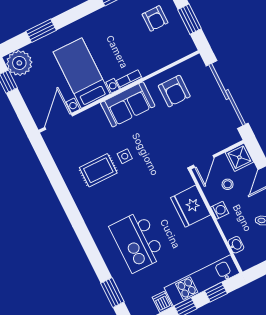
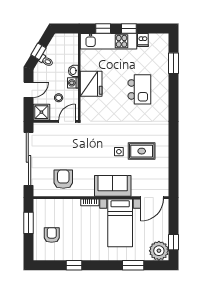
sofa: (128, 104) -> (113, 186), moved
fridge: (191, 206) -> (91, 84), moved
kitchen island: (137, 242) -> (139, 89), width x0.73, depth x0.78
washbasin: (236, 245) -> (73, 71), moved

